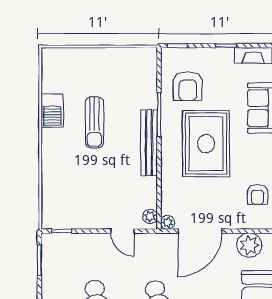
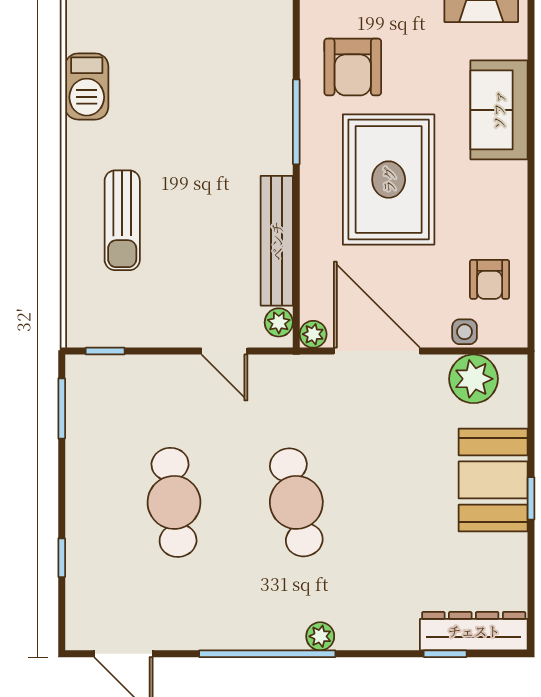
barbecue: (52, 111) -> (87, 86), moved
sun lounger: (94, 122) -> (122, 220), moved
bench: (149, 143) -> (277, 241), moved
side table: (245, 221) -> (465, 332), added
door: (200, 231) -> (377, 351), swing flipped

